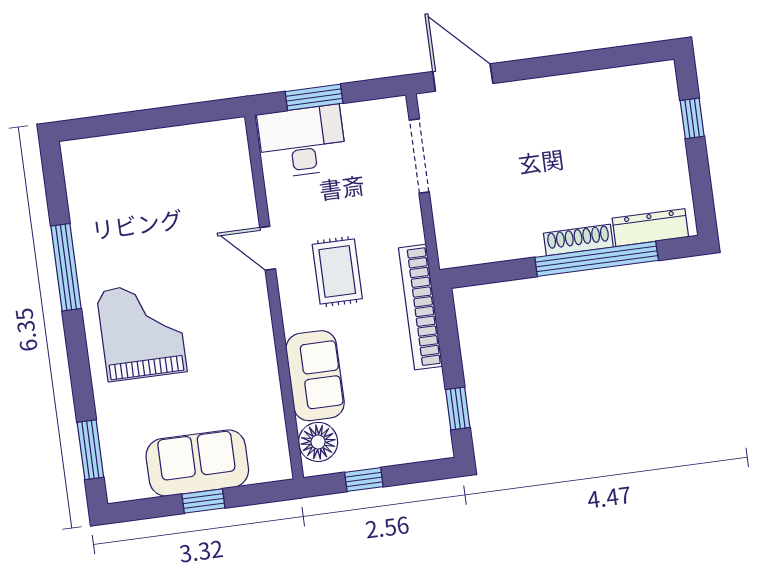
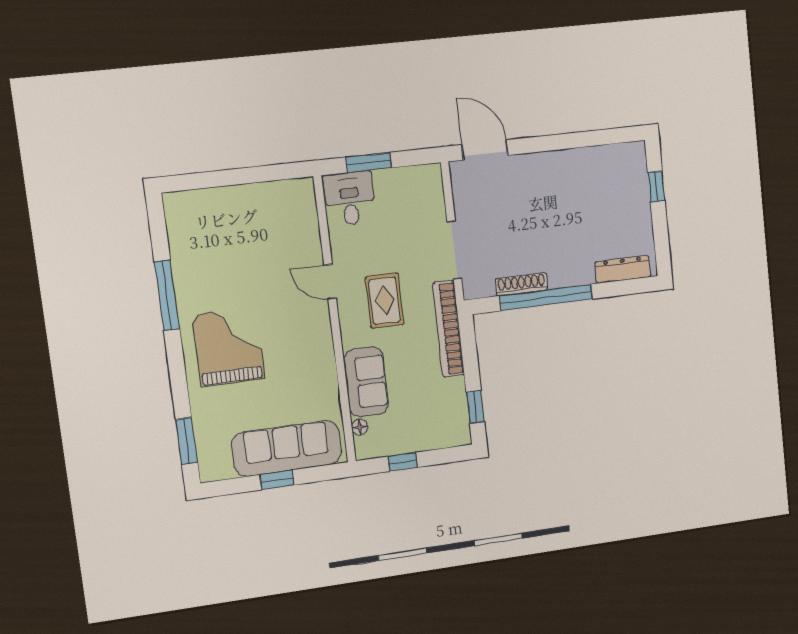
desk: (302, 142) -> (350, 199), width x0.73
doorway: (419, 156) -> (454, 250), moved
shoe rack: (578, 240) -> (521, 284), moved
window: (597, 259) -> (546, 297), moved
floor lamp: (318, 442) -> (360, 427), width x0.53, depth x0.53
sofa: (197, 463) -> (287, 448), width x1.36

